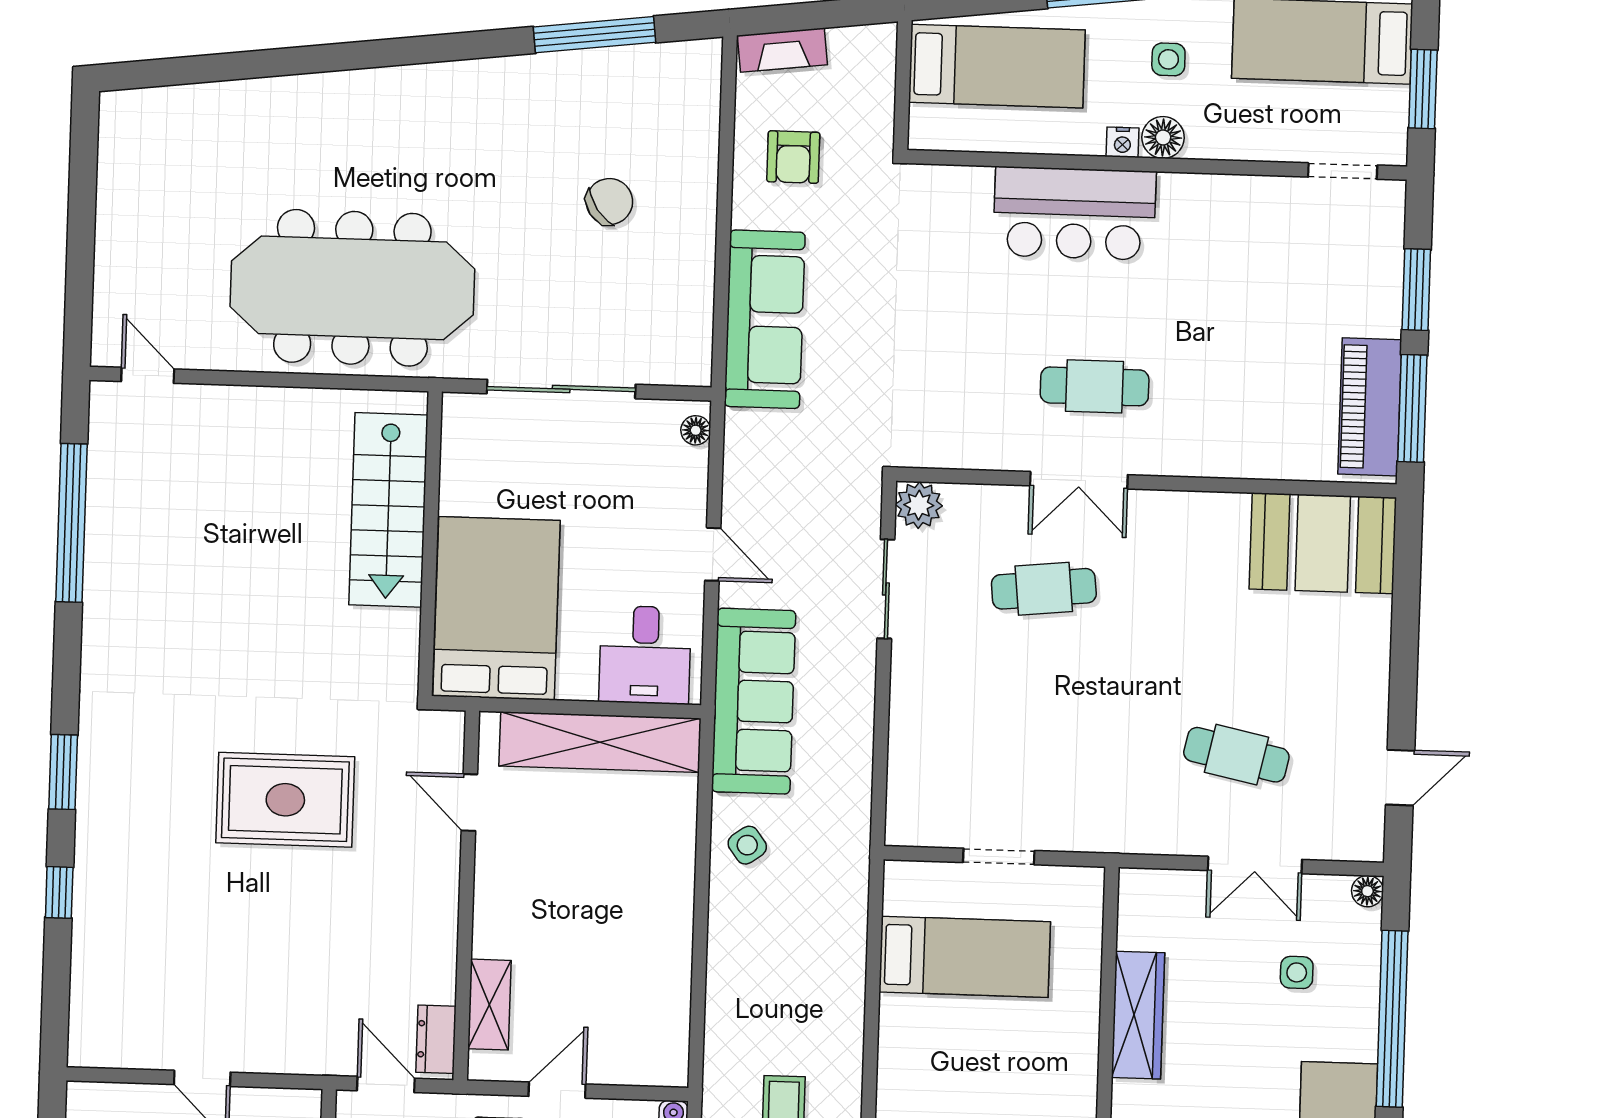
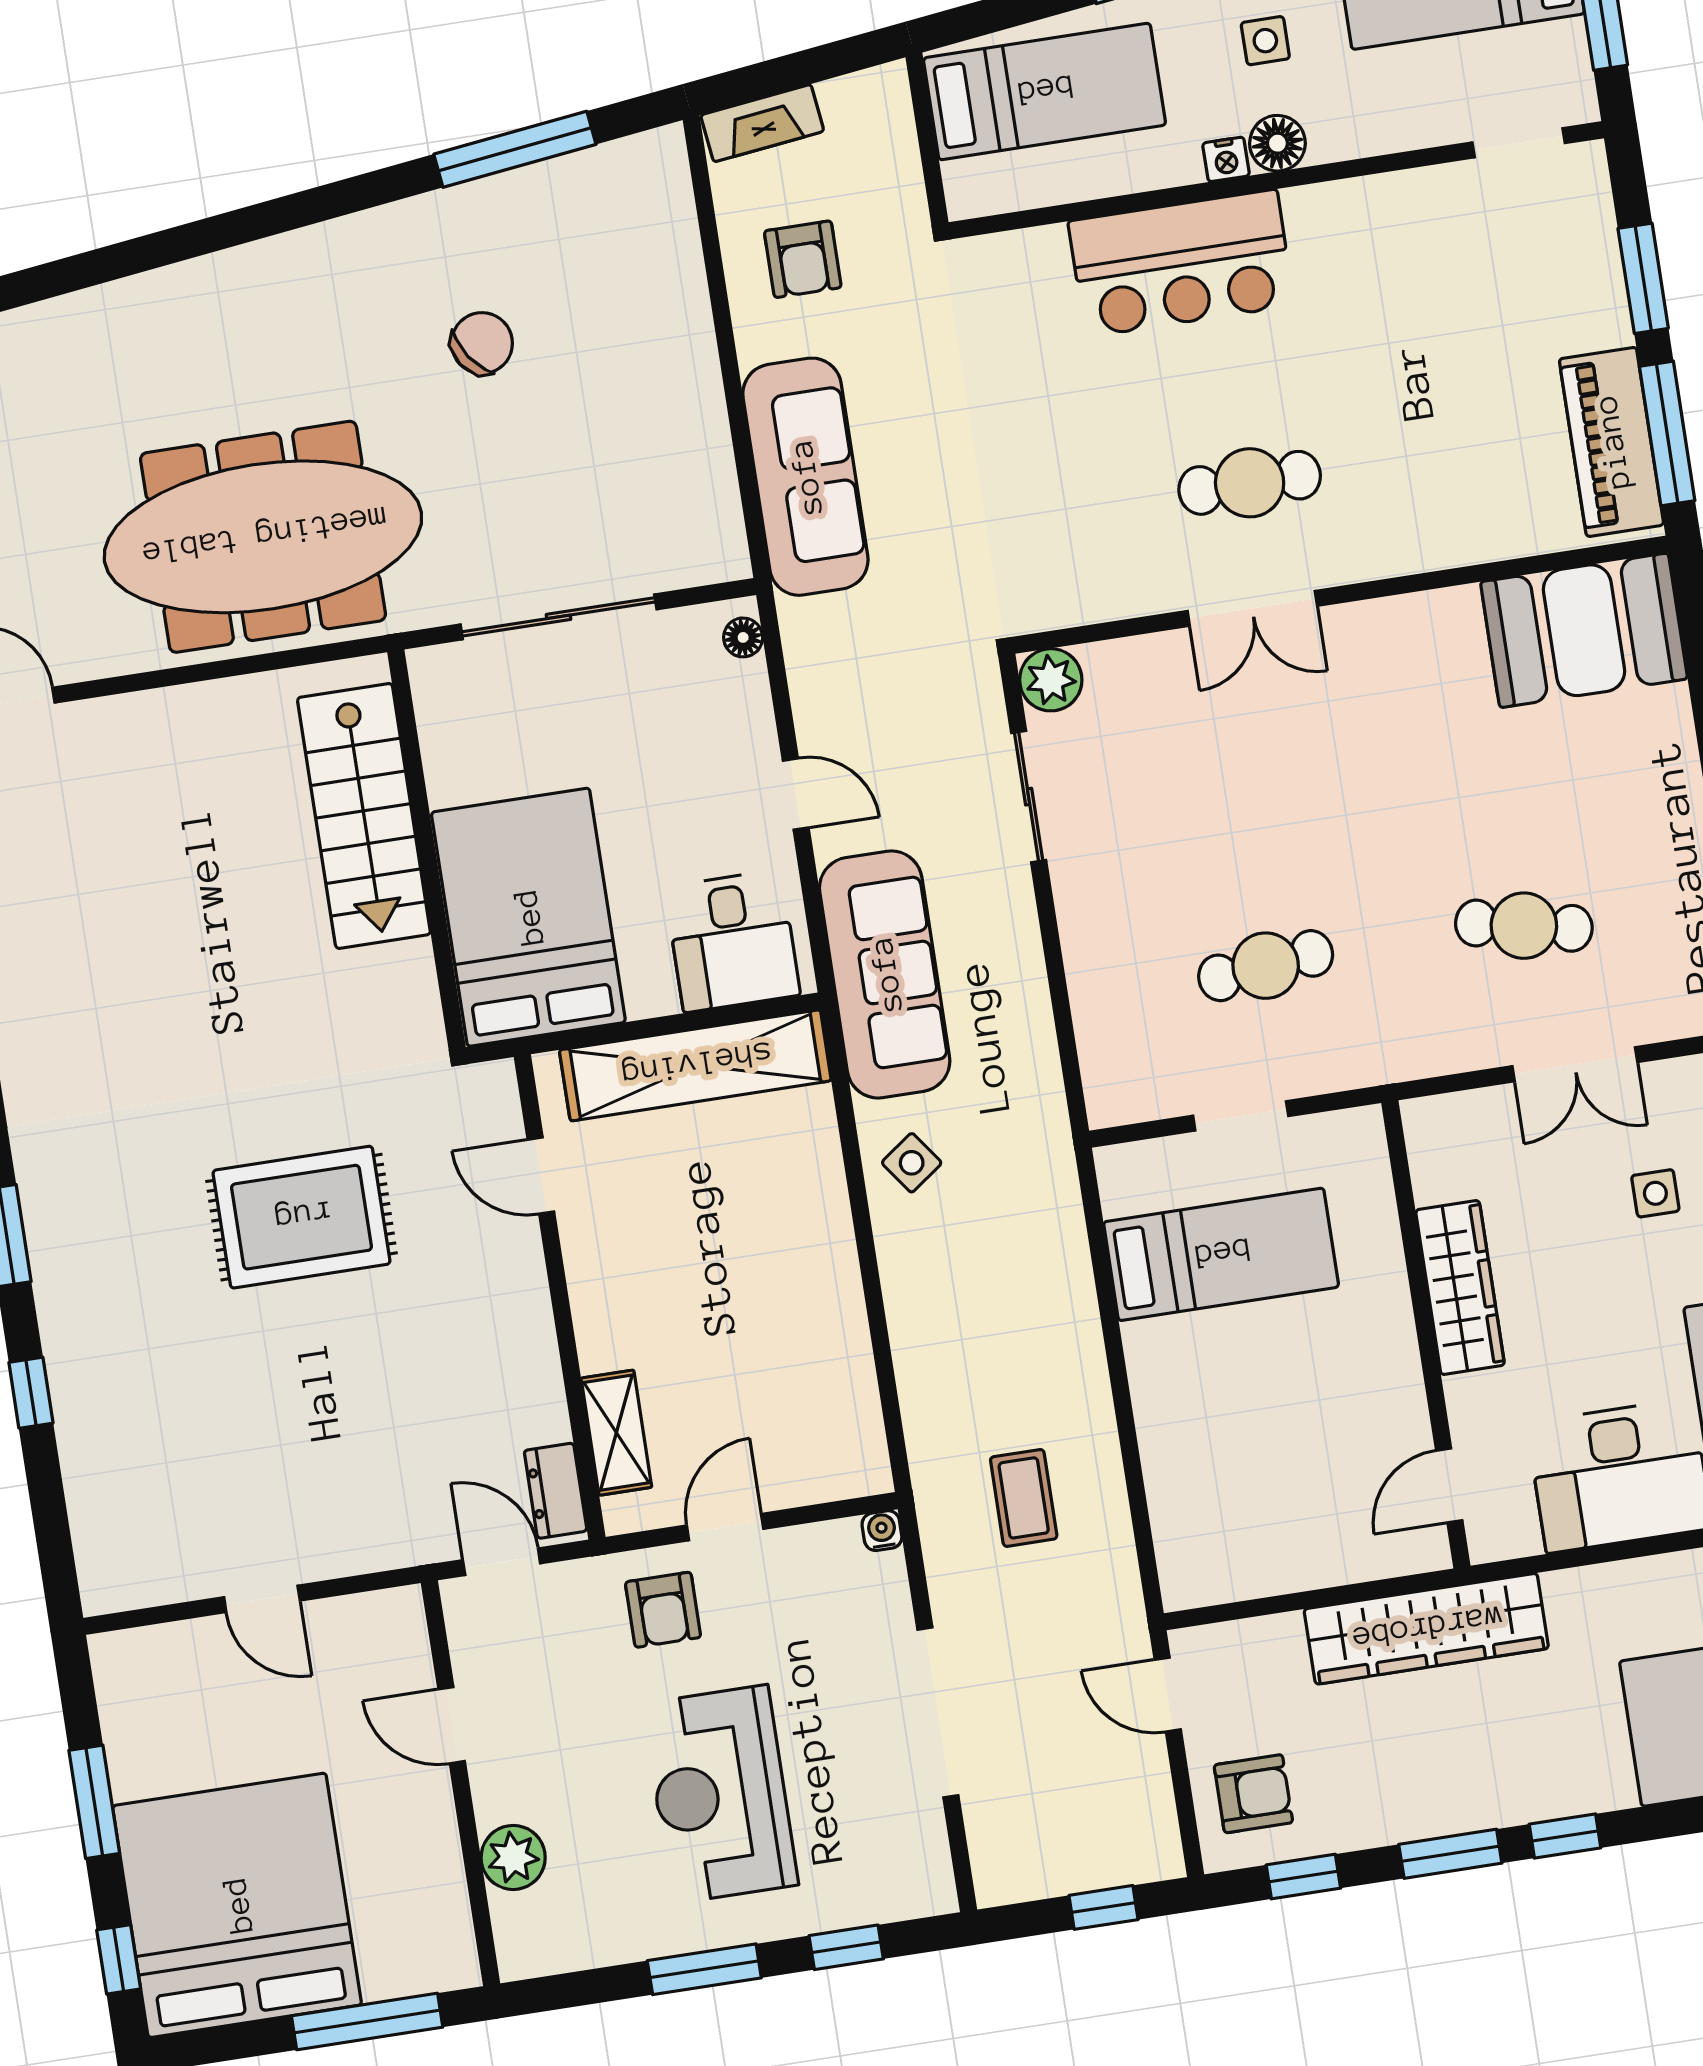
chair: (609, 202) -> (482, 343), moved
cafe table: (1044, 589) -> (1266, 966), moved

